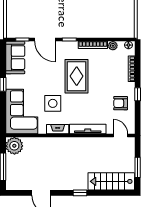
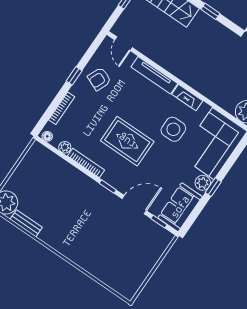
door: (45, 40) -> (134, 205), hinge flipped
rug: (77, 76) -> (127, 141), turned 90
plant: (11, 83) -> (203, 183), added
armchair: (121, 103) -> (99, 79), turned 113

